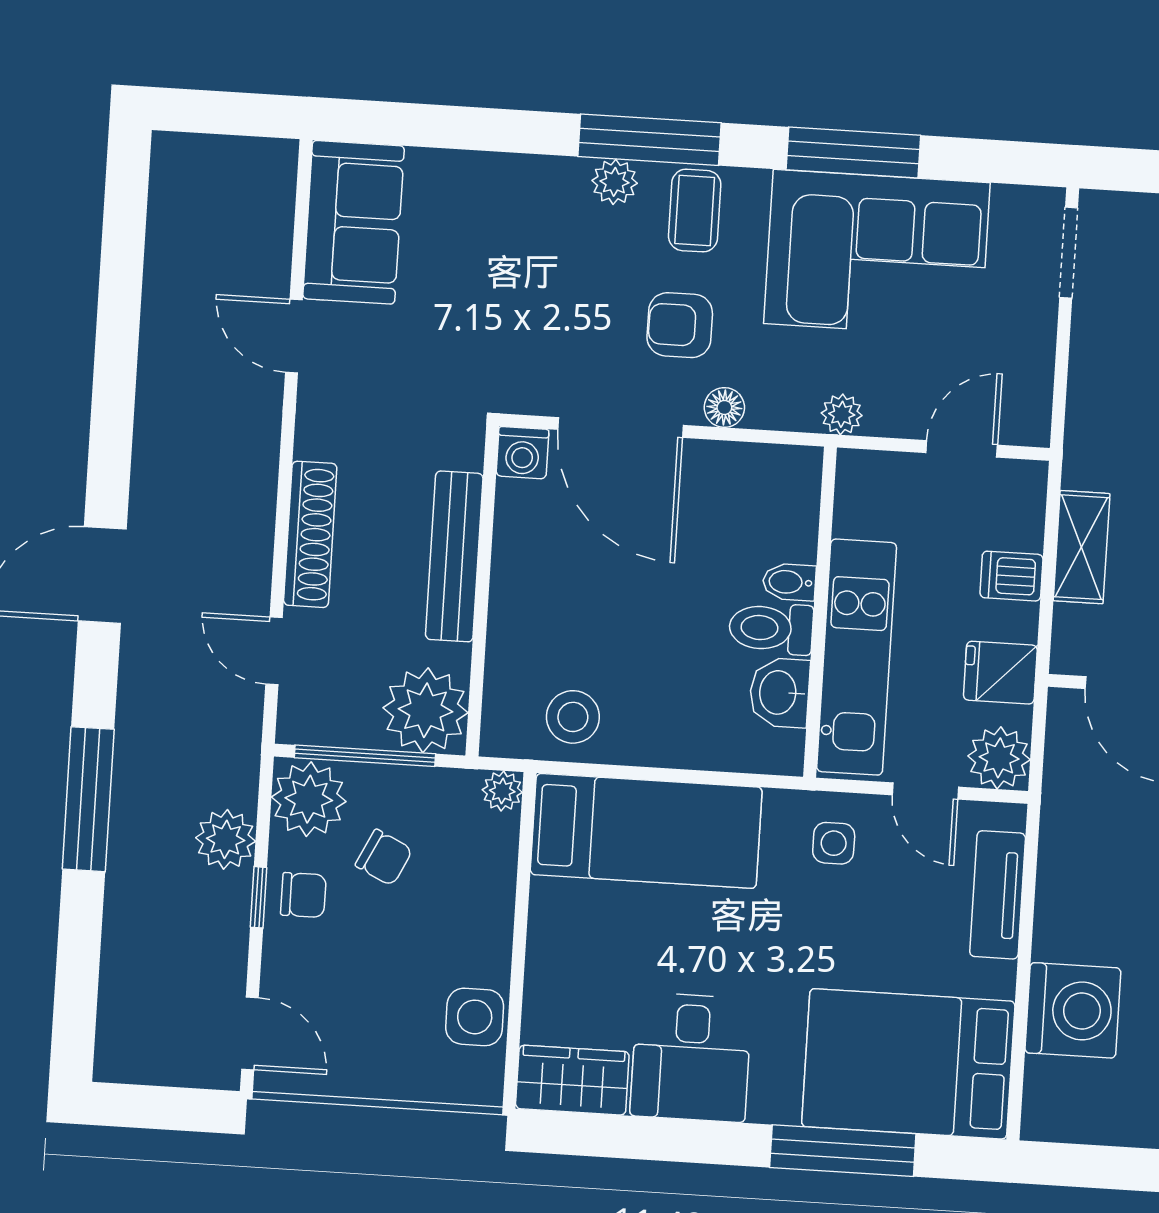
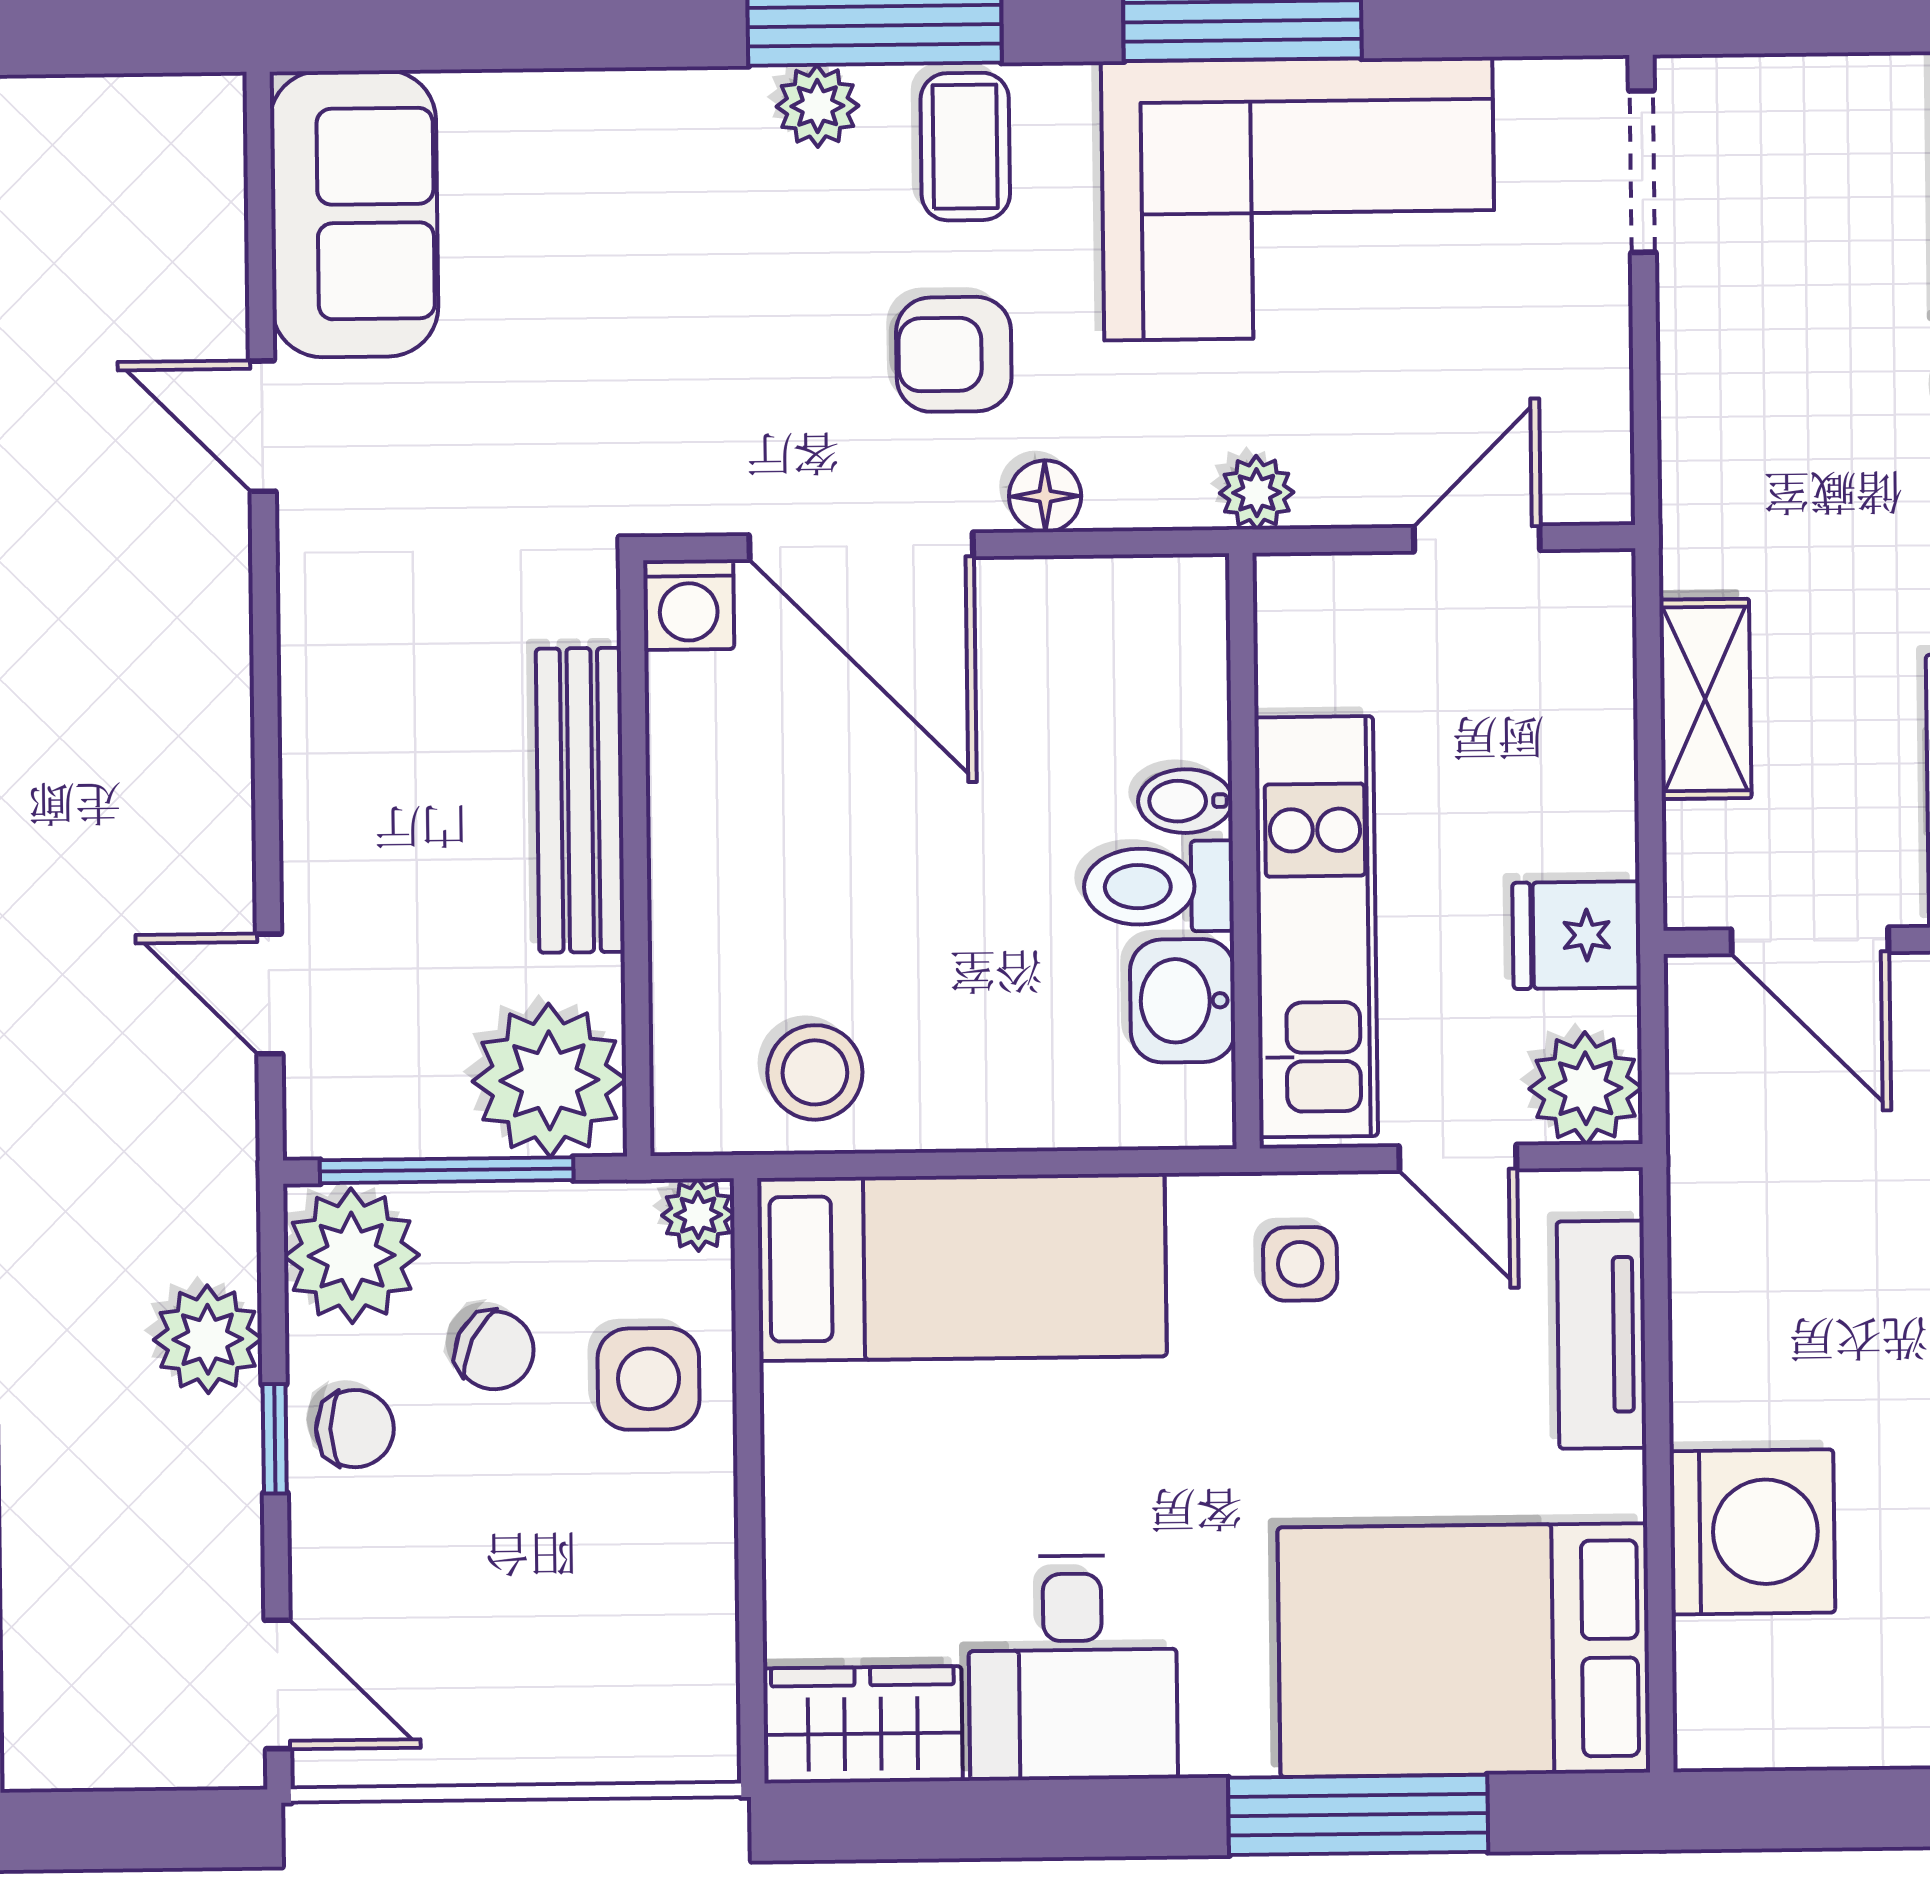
shoe rack: (310, 534) -> (319, 780), removed
dishwasher: (1011, 576) -> (1583, 760), removed
side table: (475, 1017) -> (649, 1379), moved

